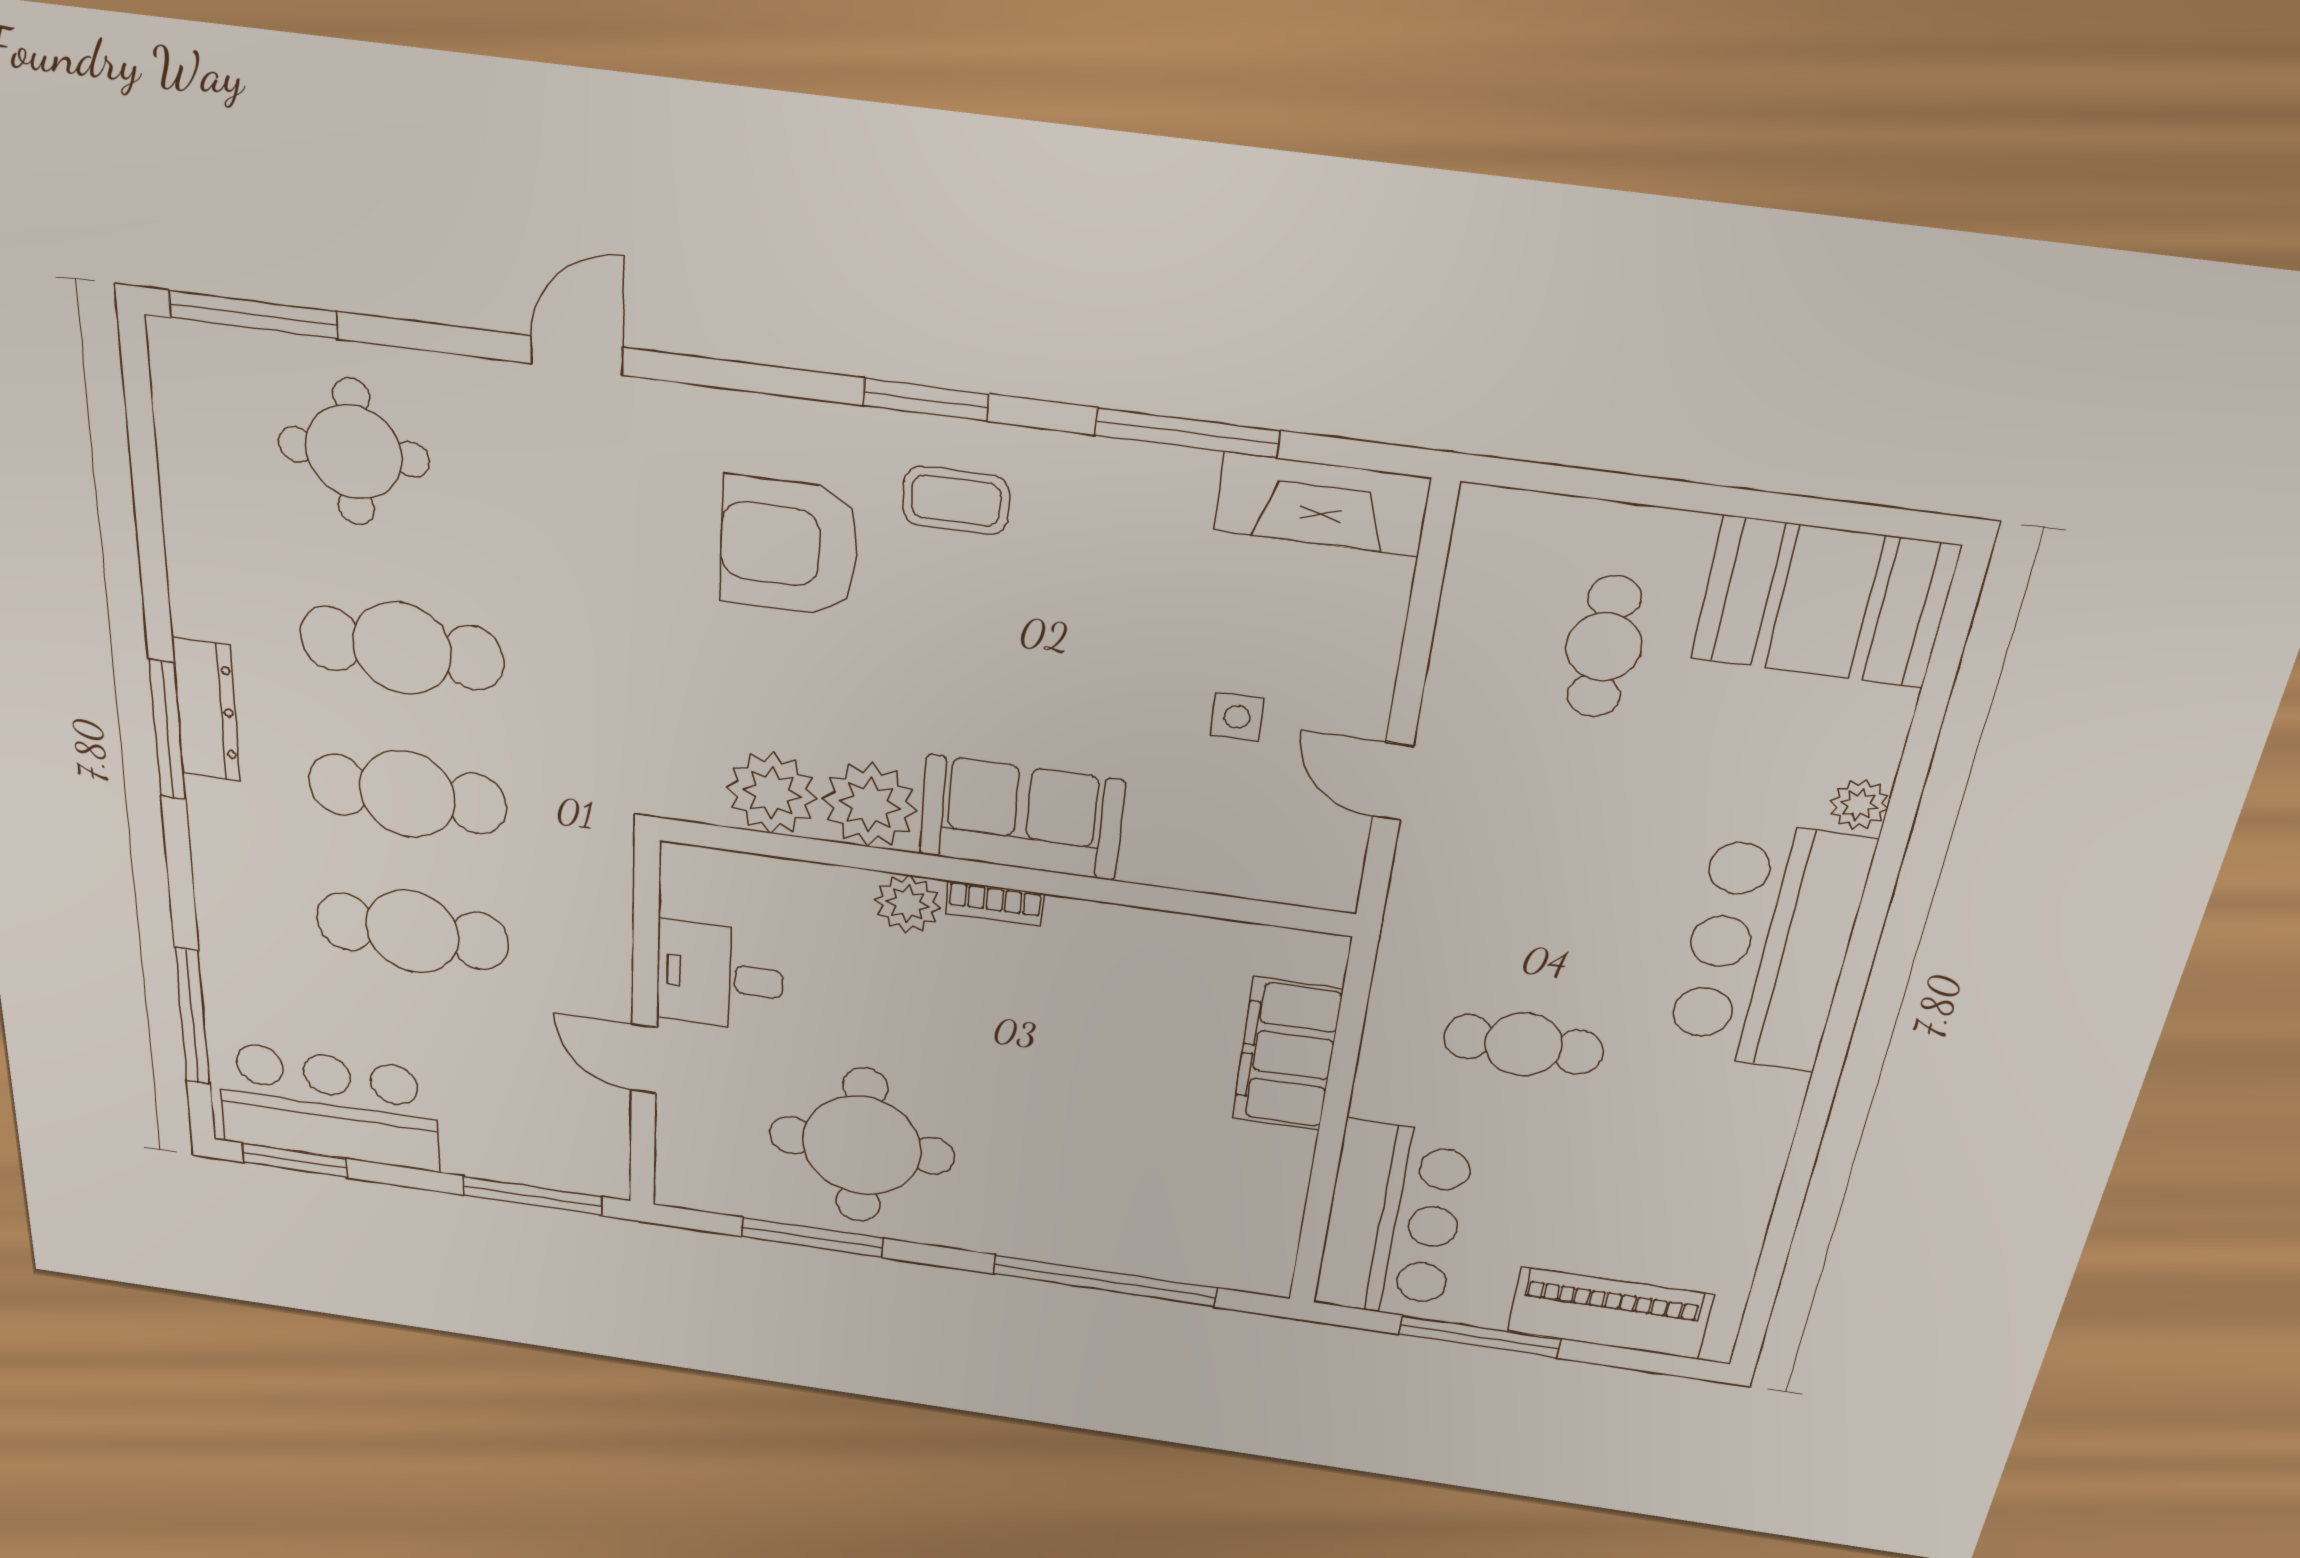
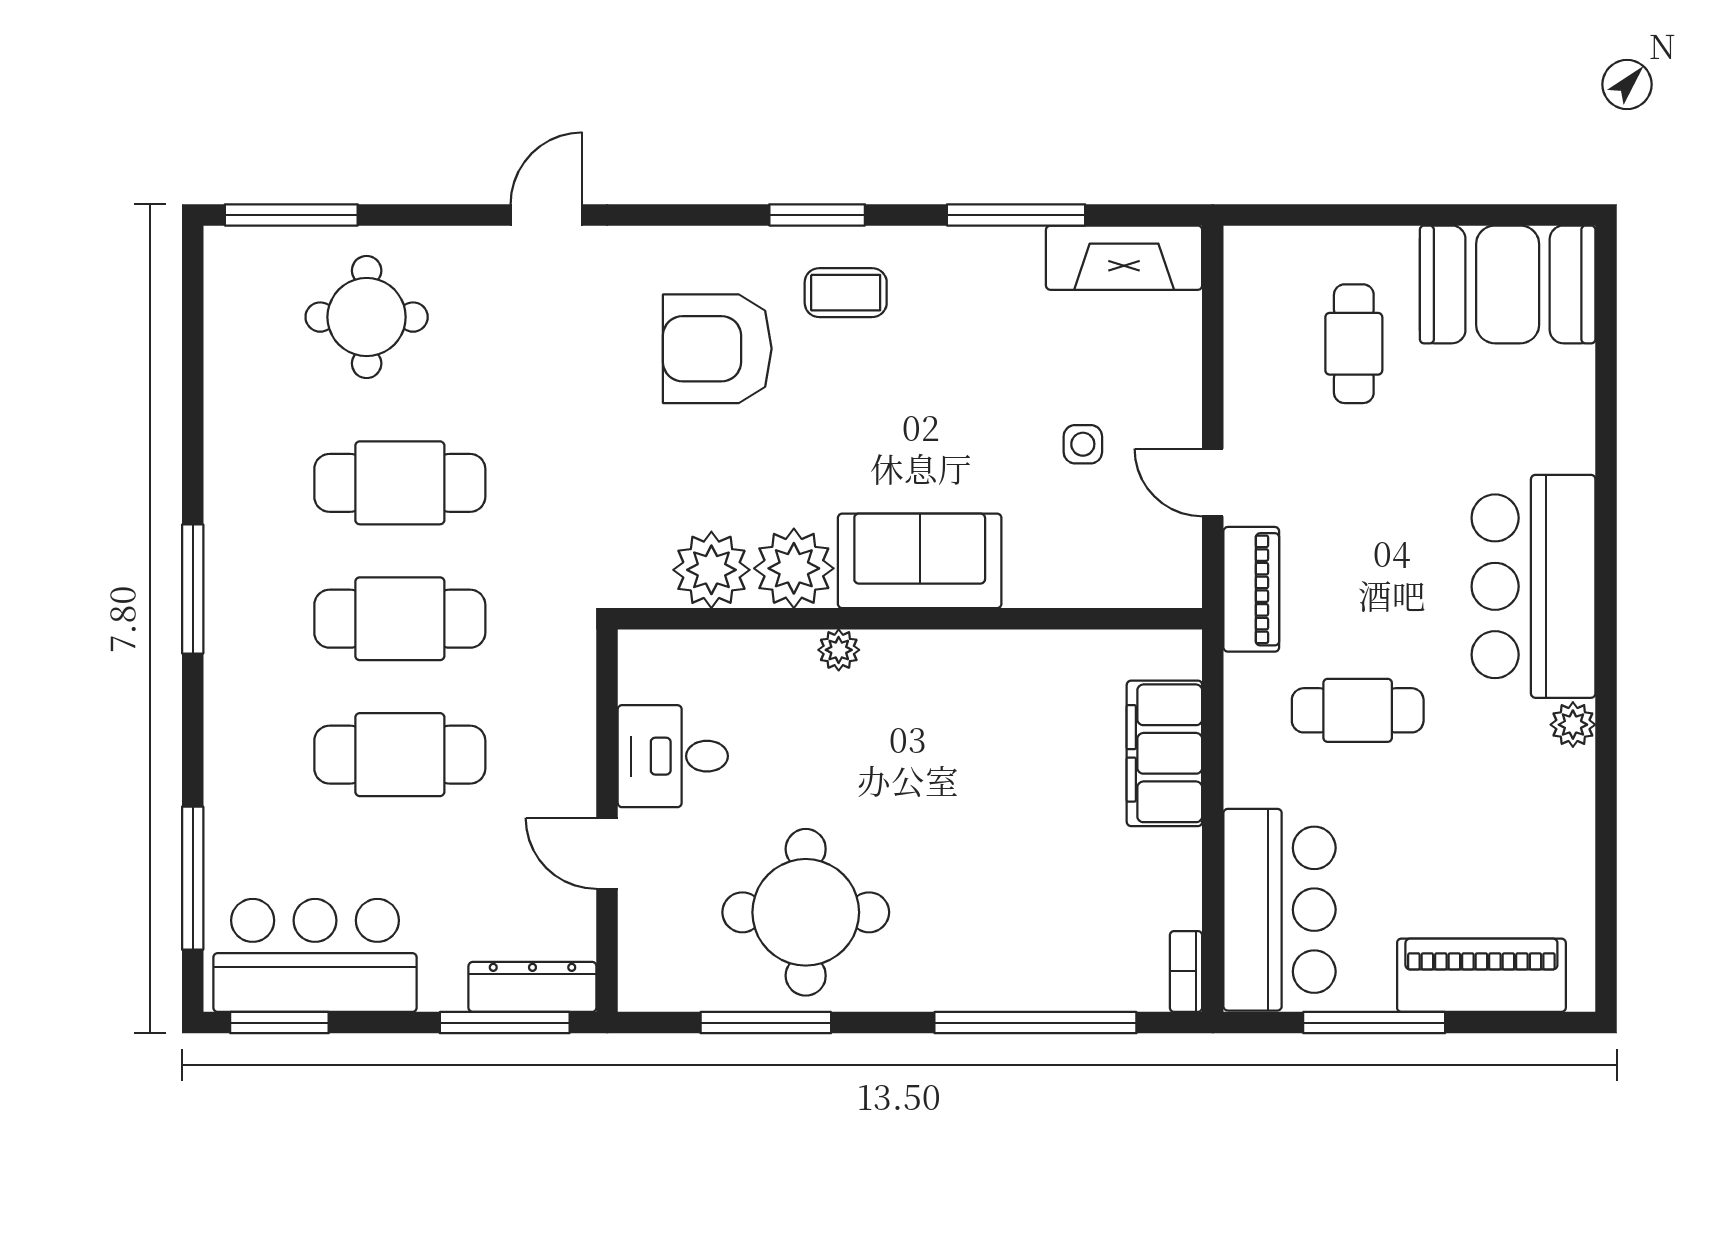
dresser: (206, 710) -> (532, 987), moved, turned -90
plant: (1859, 805) -> (1573, 725), moved
bookcase: (994, 903) -> (1186, 971), moved, turned 90
piano: (1420, 903) -> (1251, 589), added
plant: (908, 904) -> (839, 650), width x0.73, depth x0.73

